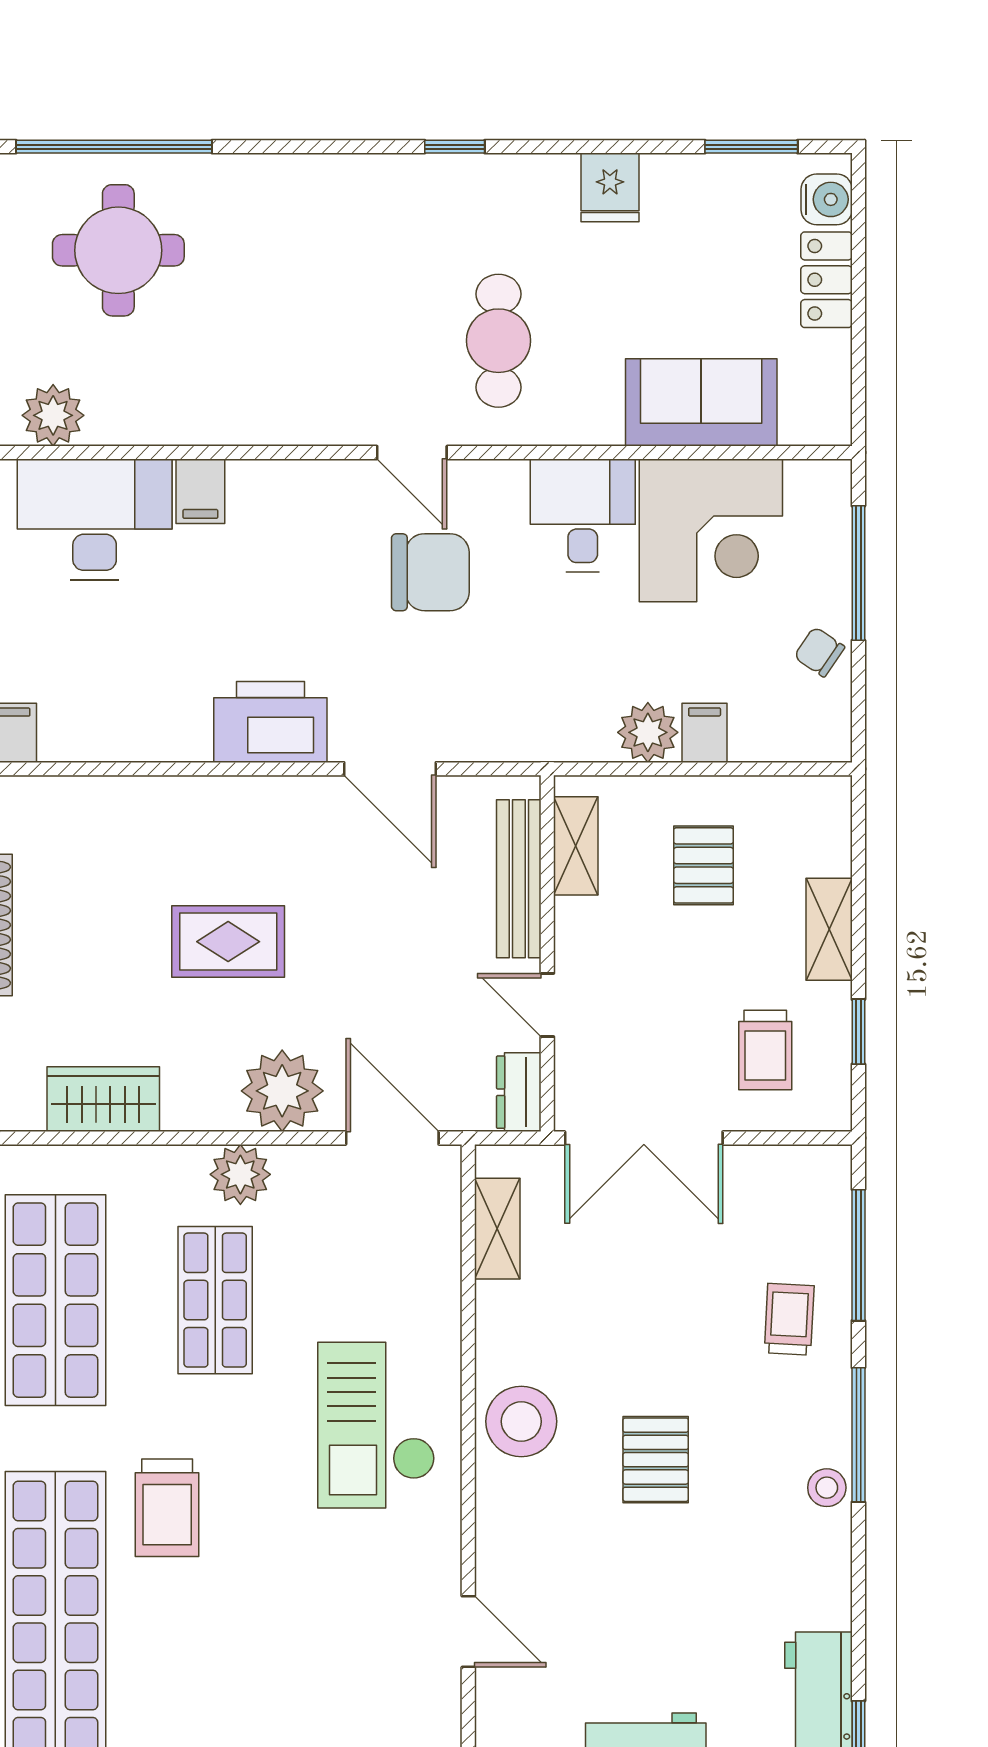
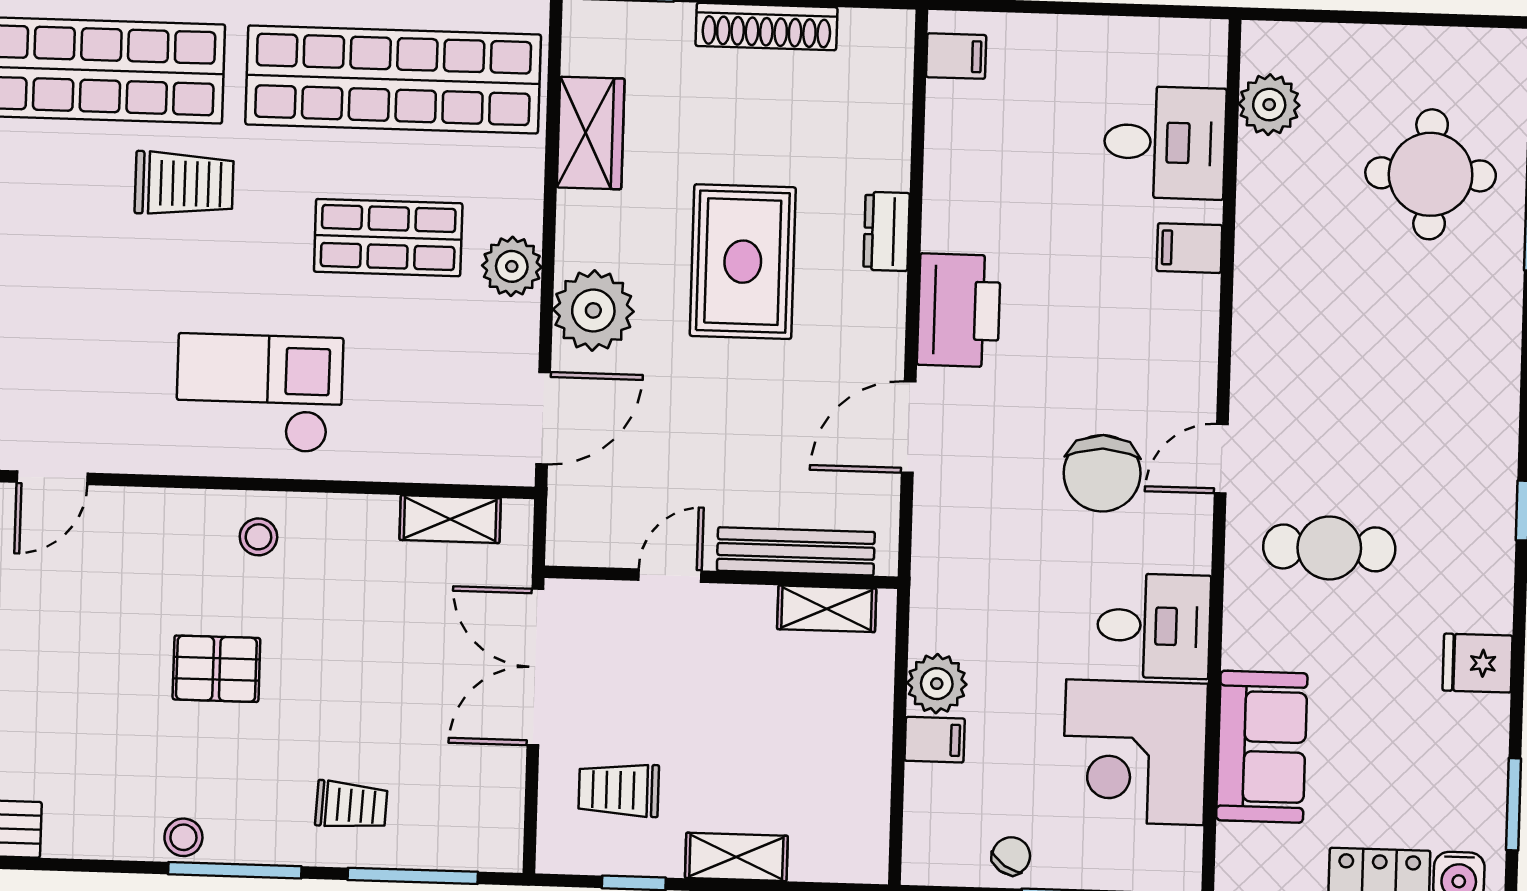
desk: (95, 519) -> (1165, 142), width x0.73
pallet: (704, 865) -> (803, 735), removed
rug: (228, 942) -> (743, 262), width x1.36, depth x1.43
dresser: (519, 1092) -> (887, 231), moved, turned -90
shop shelf: (55, 1300) -> (393, 79), width x1.40
stool: (521, 1421) -> (258, 537), width x0.53, depth x0.53
trolley: (167, 1508) -> (184, 183), turned 180

